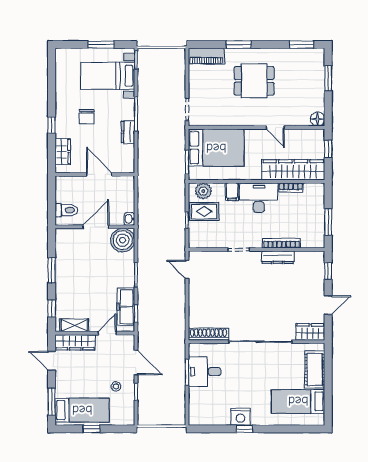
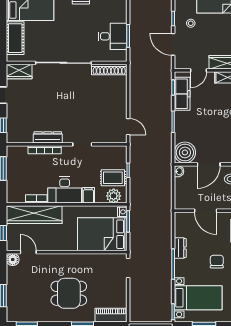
door: (275, 128) -> (28, 252), moved
nightstand: (194, 173) -> (122, 212), added

